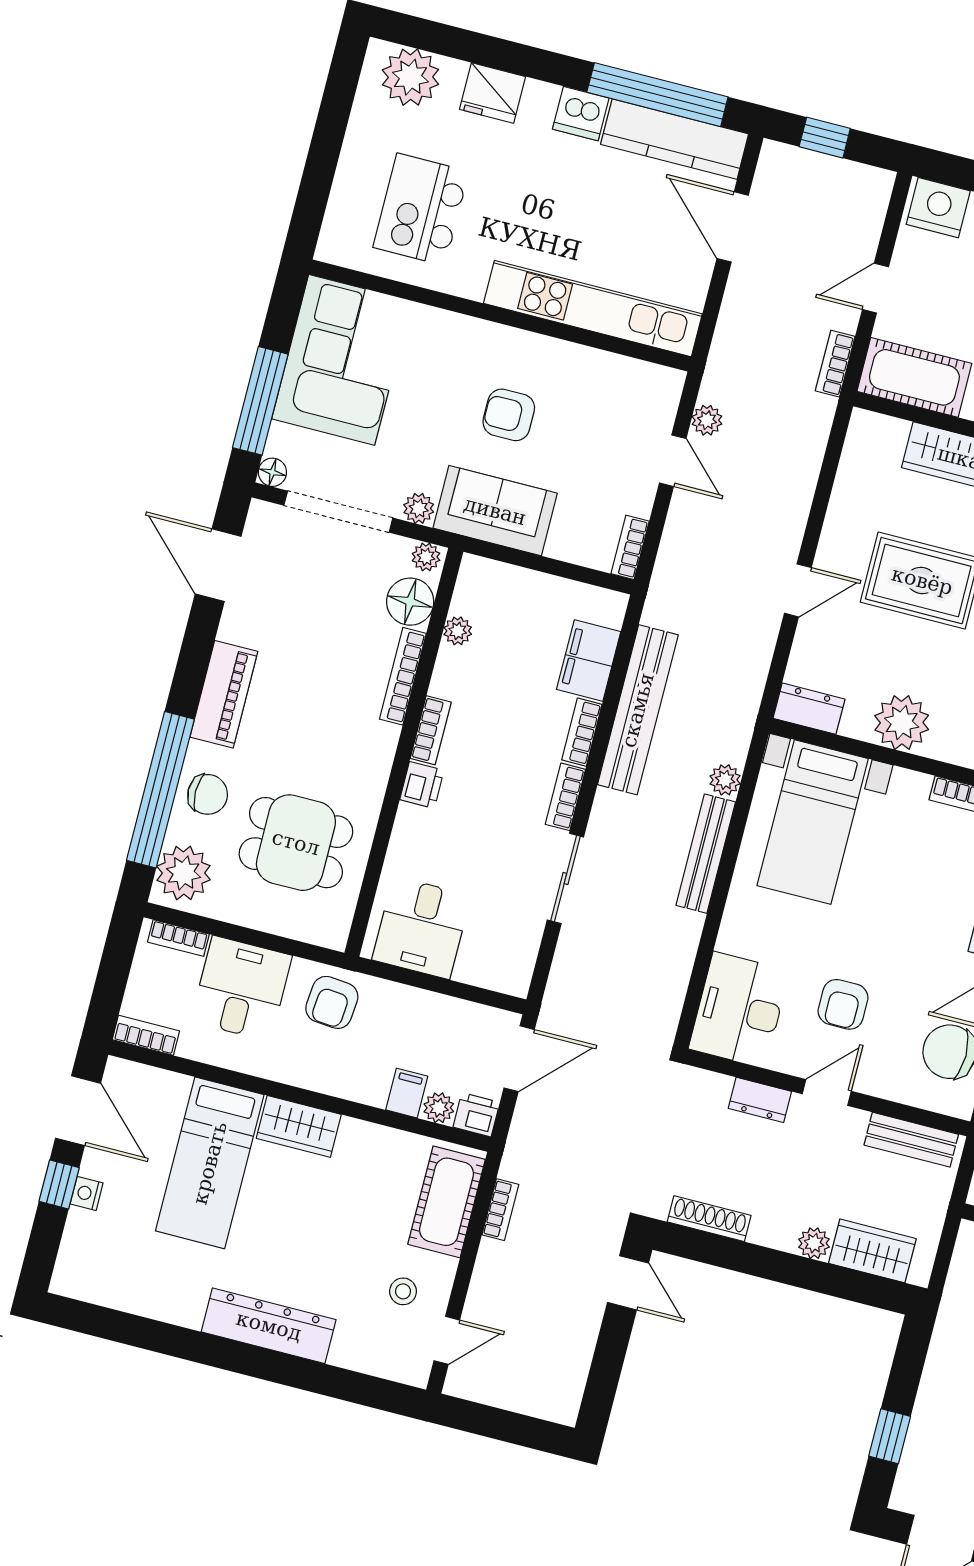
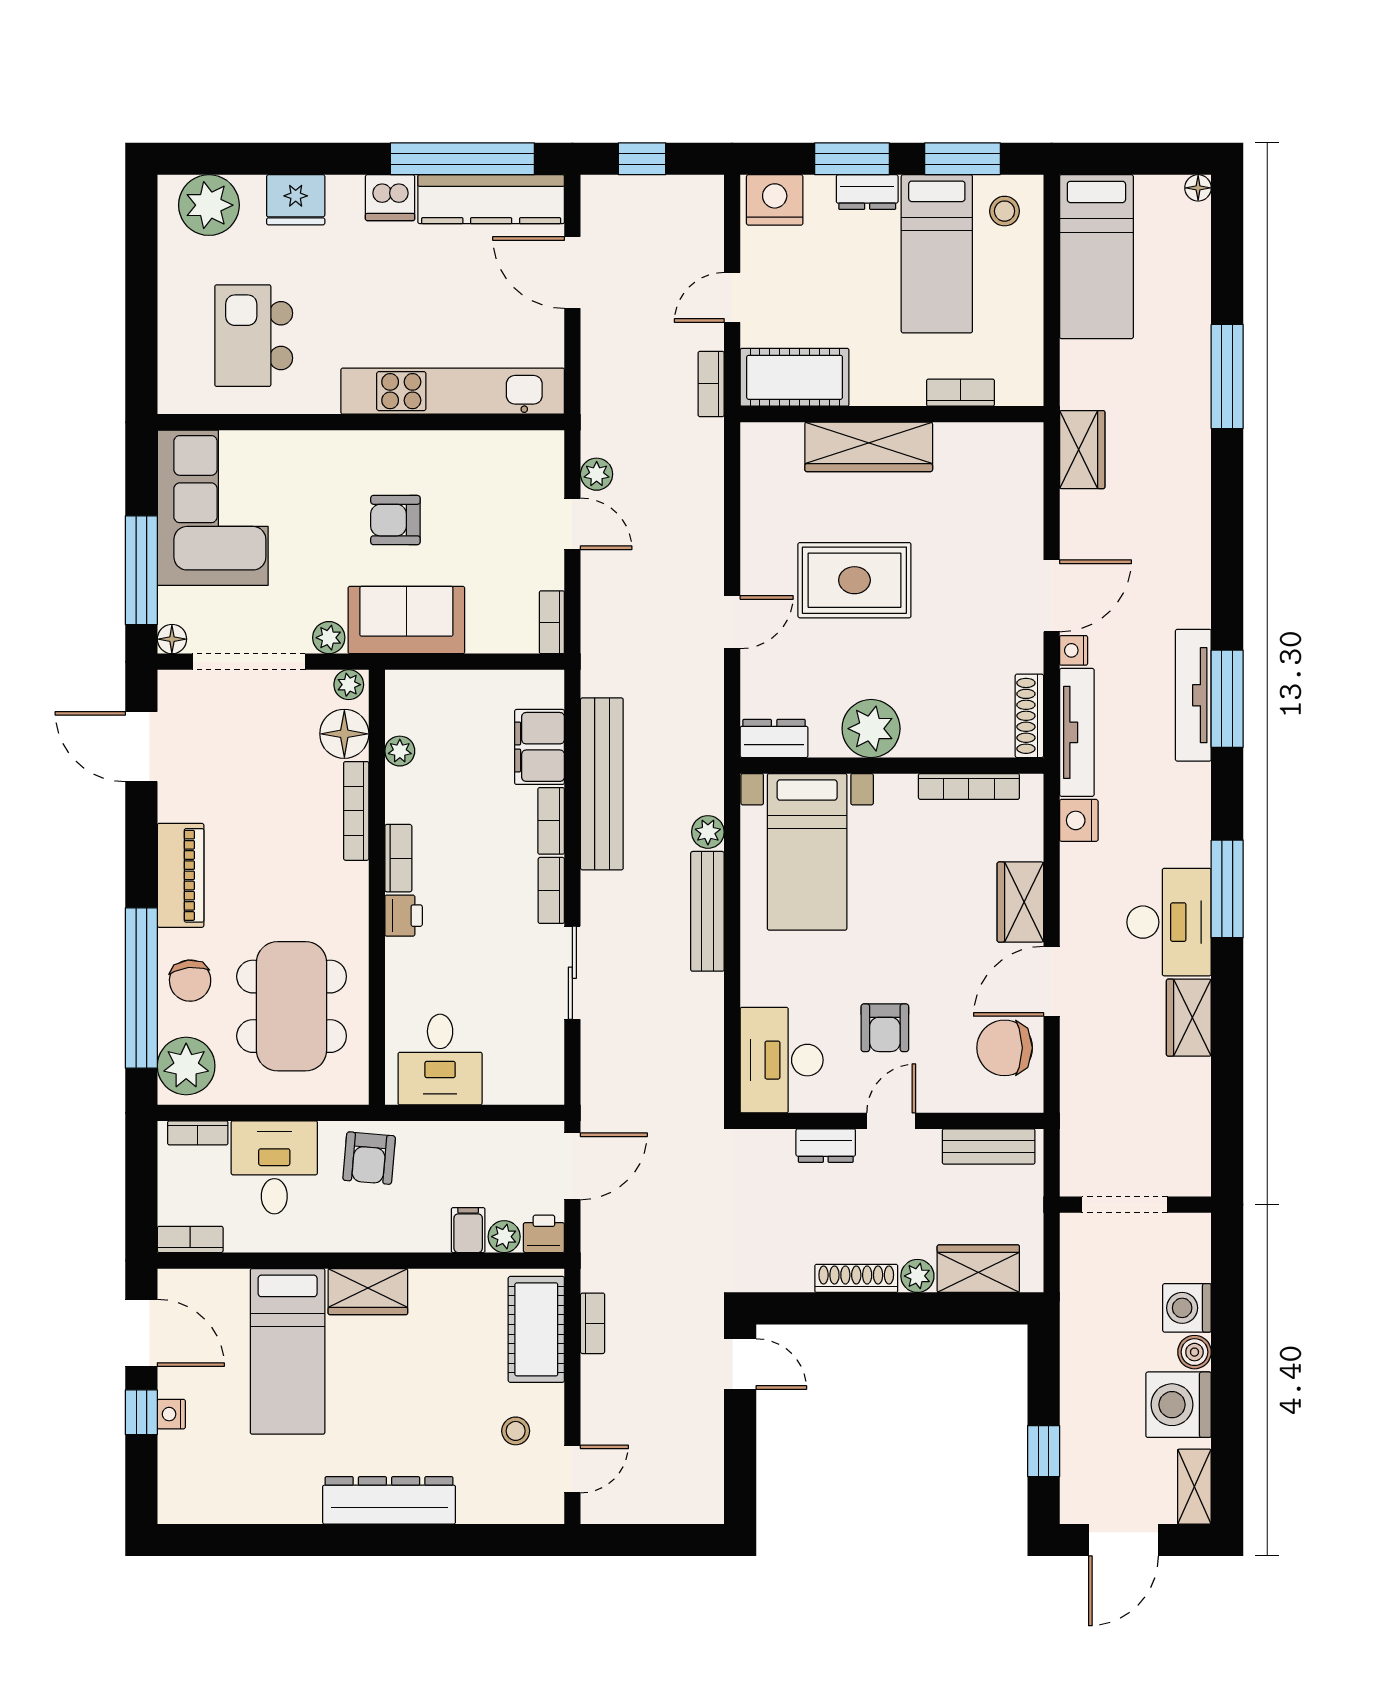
chair: (208, 794) -> (190, 981), turned 84
dining table: (296, 843) -> (292, 1006), width x1.38
shoe rack: (709, 1219) -> (856, 1278), moved

